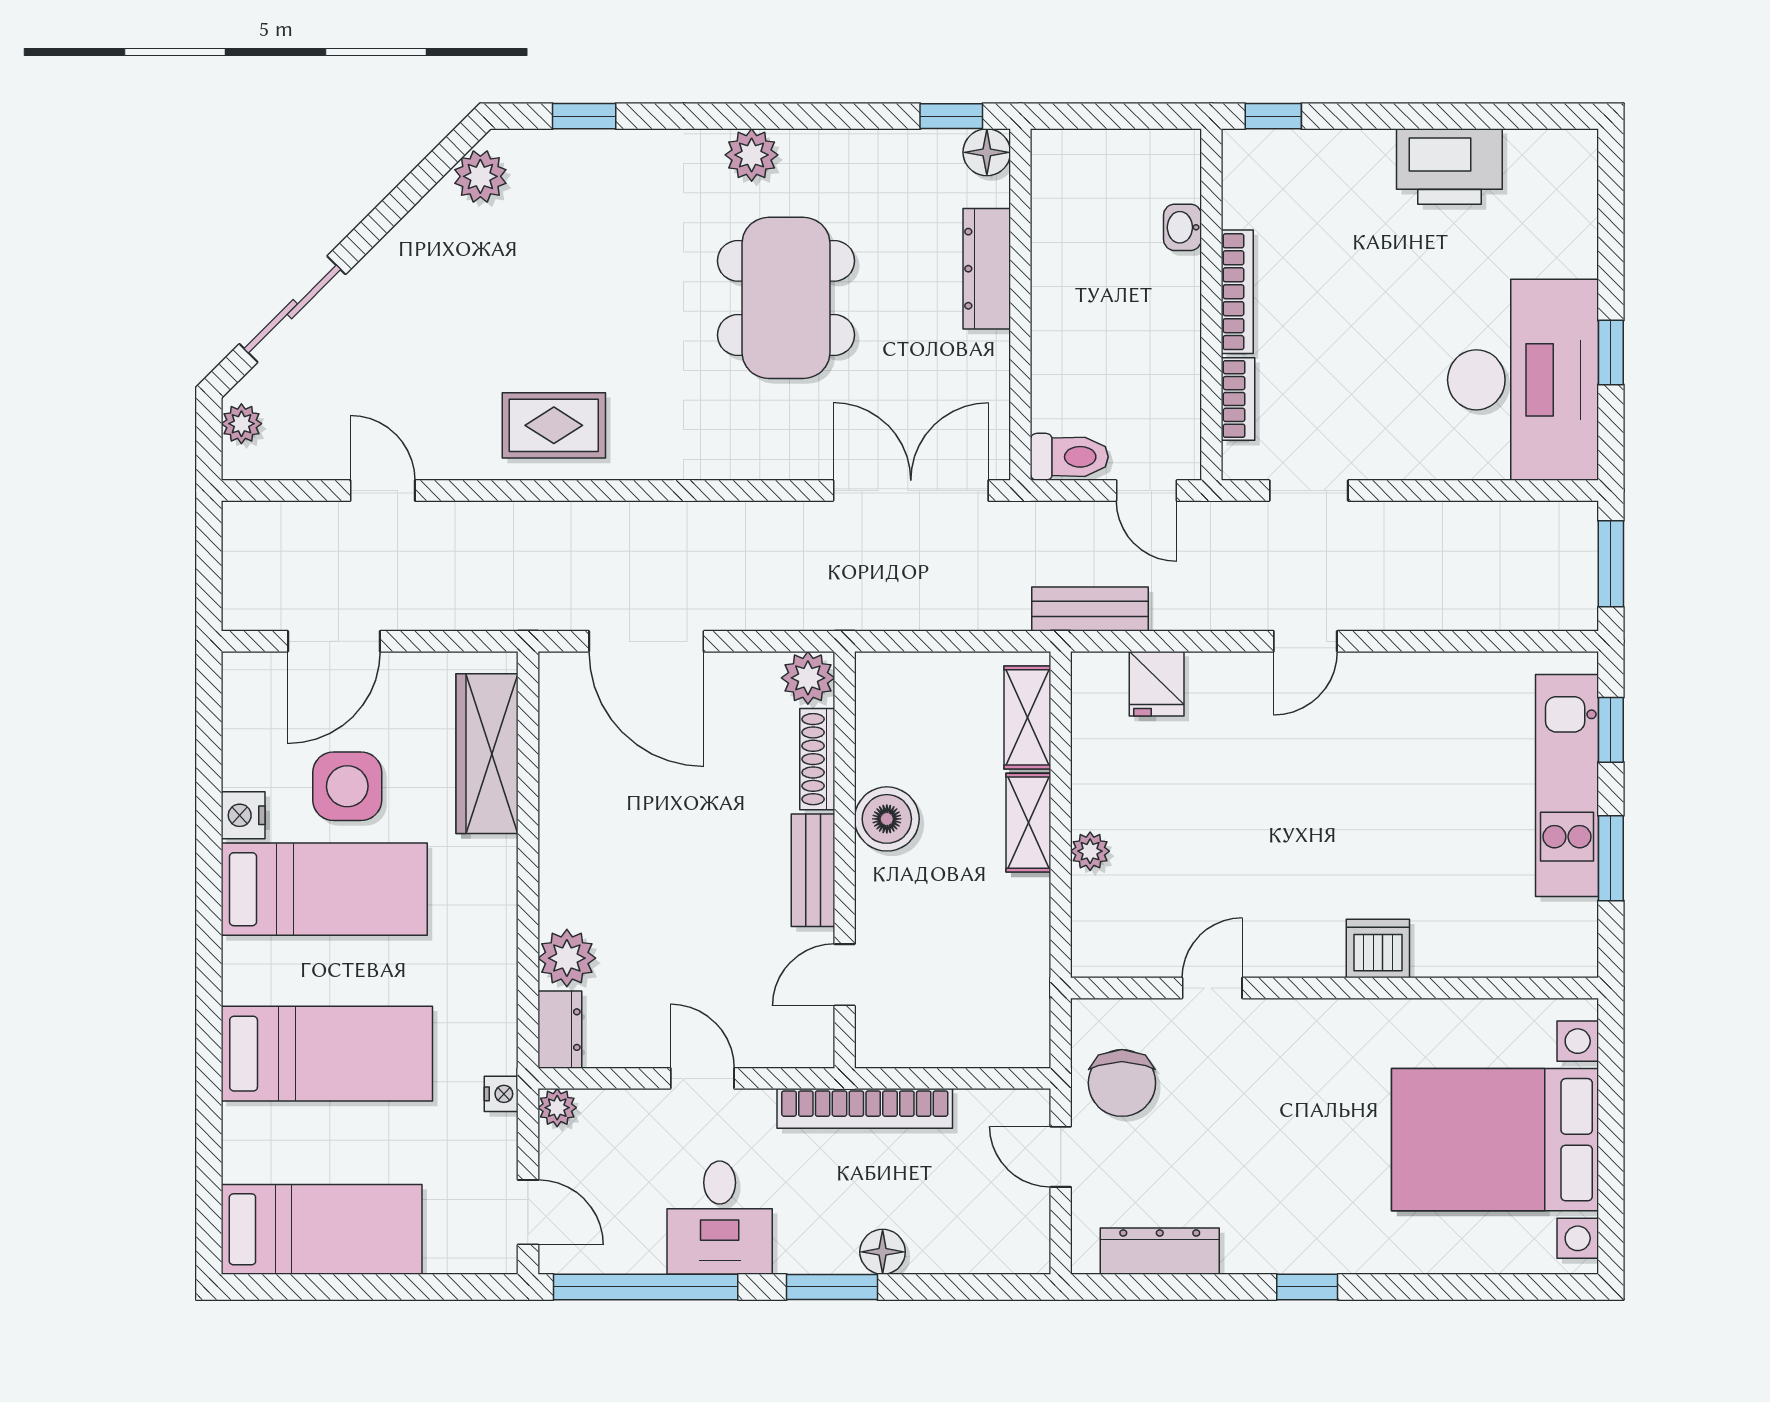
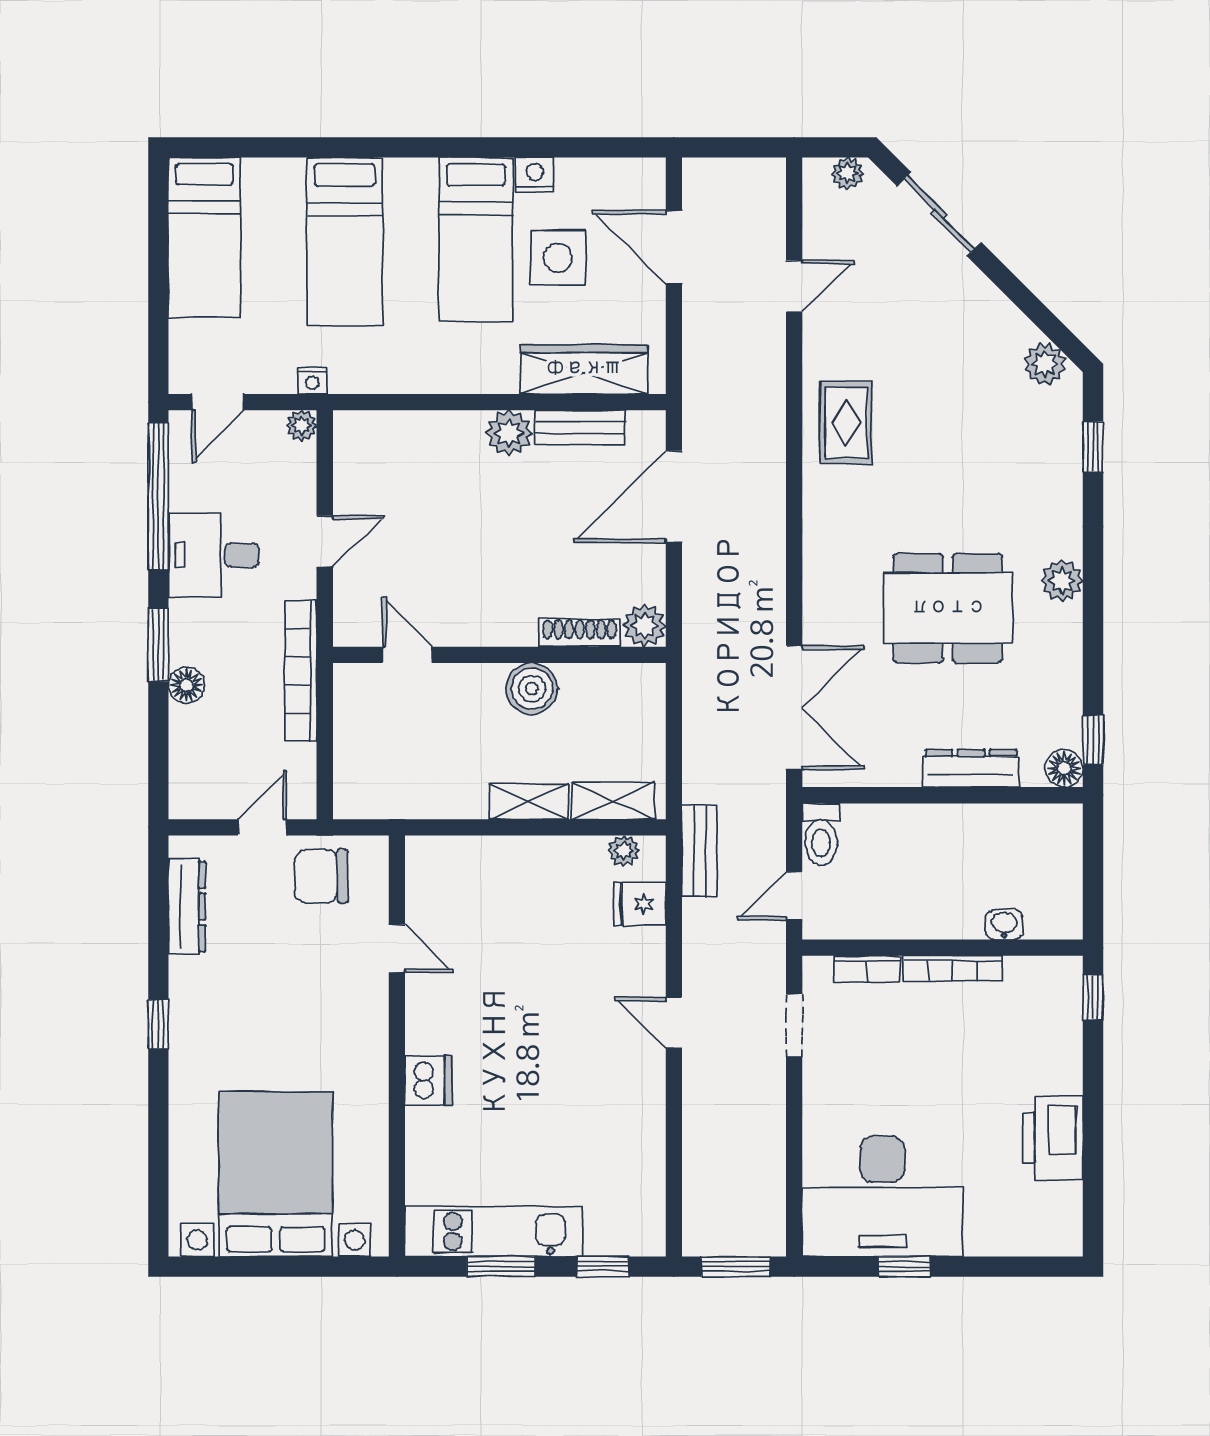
kitchen unit: (1567, 786) -> (494, 1232), moved
plant: (1090, 851) -> (624, 851), moved
bench: (813, 870) -> (580, 427), moved
plant: (567, 958) -> (509, 433), moved
dresser: (560, 1030) -> (364, 428), removed

